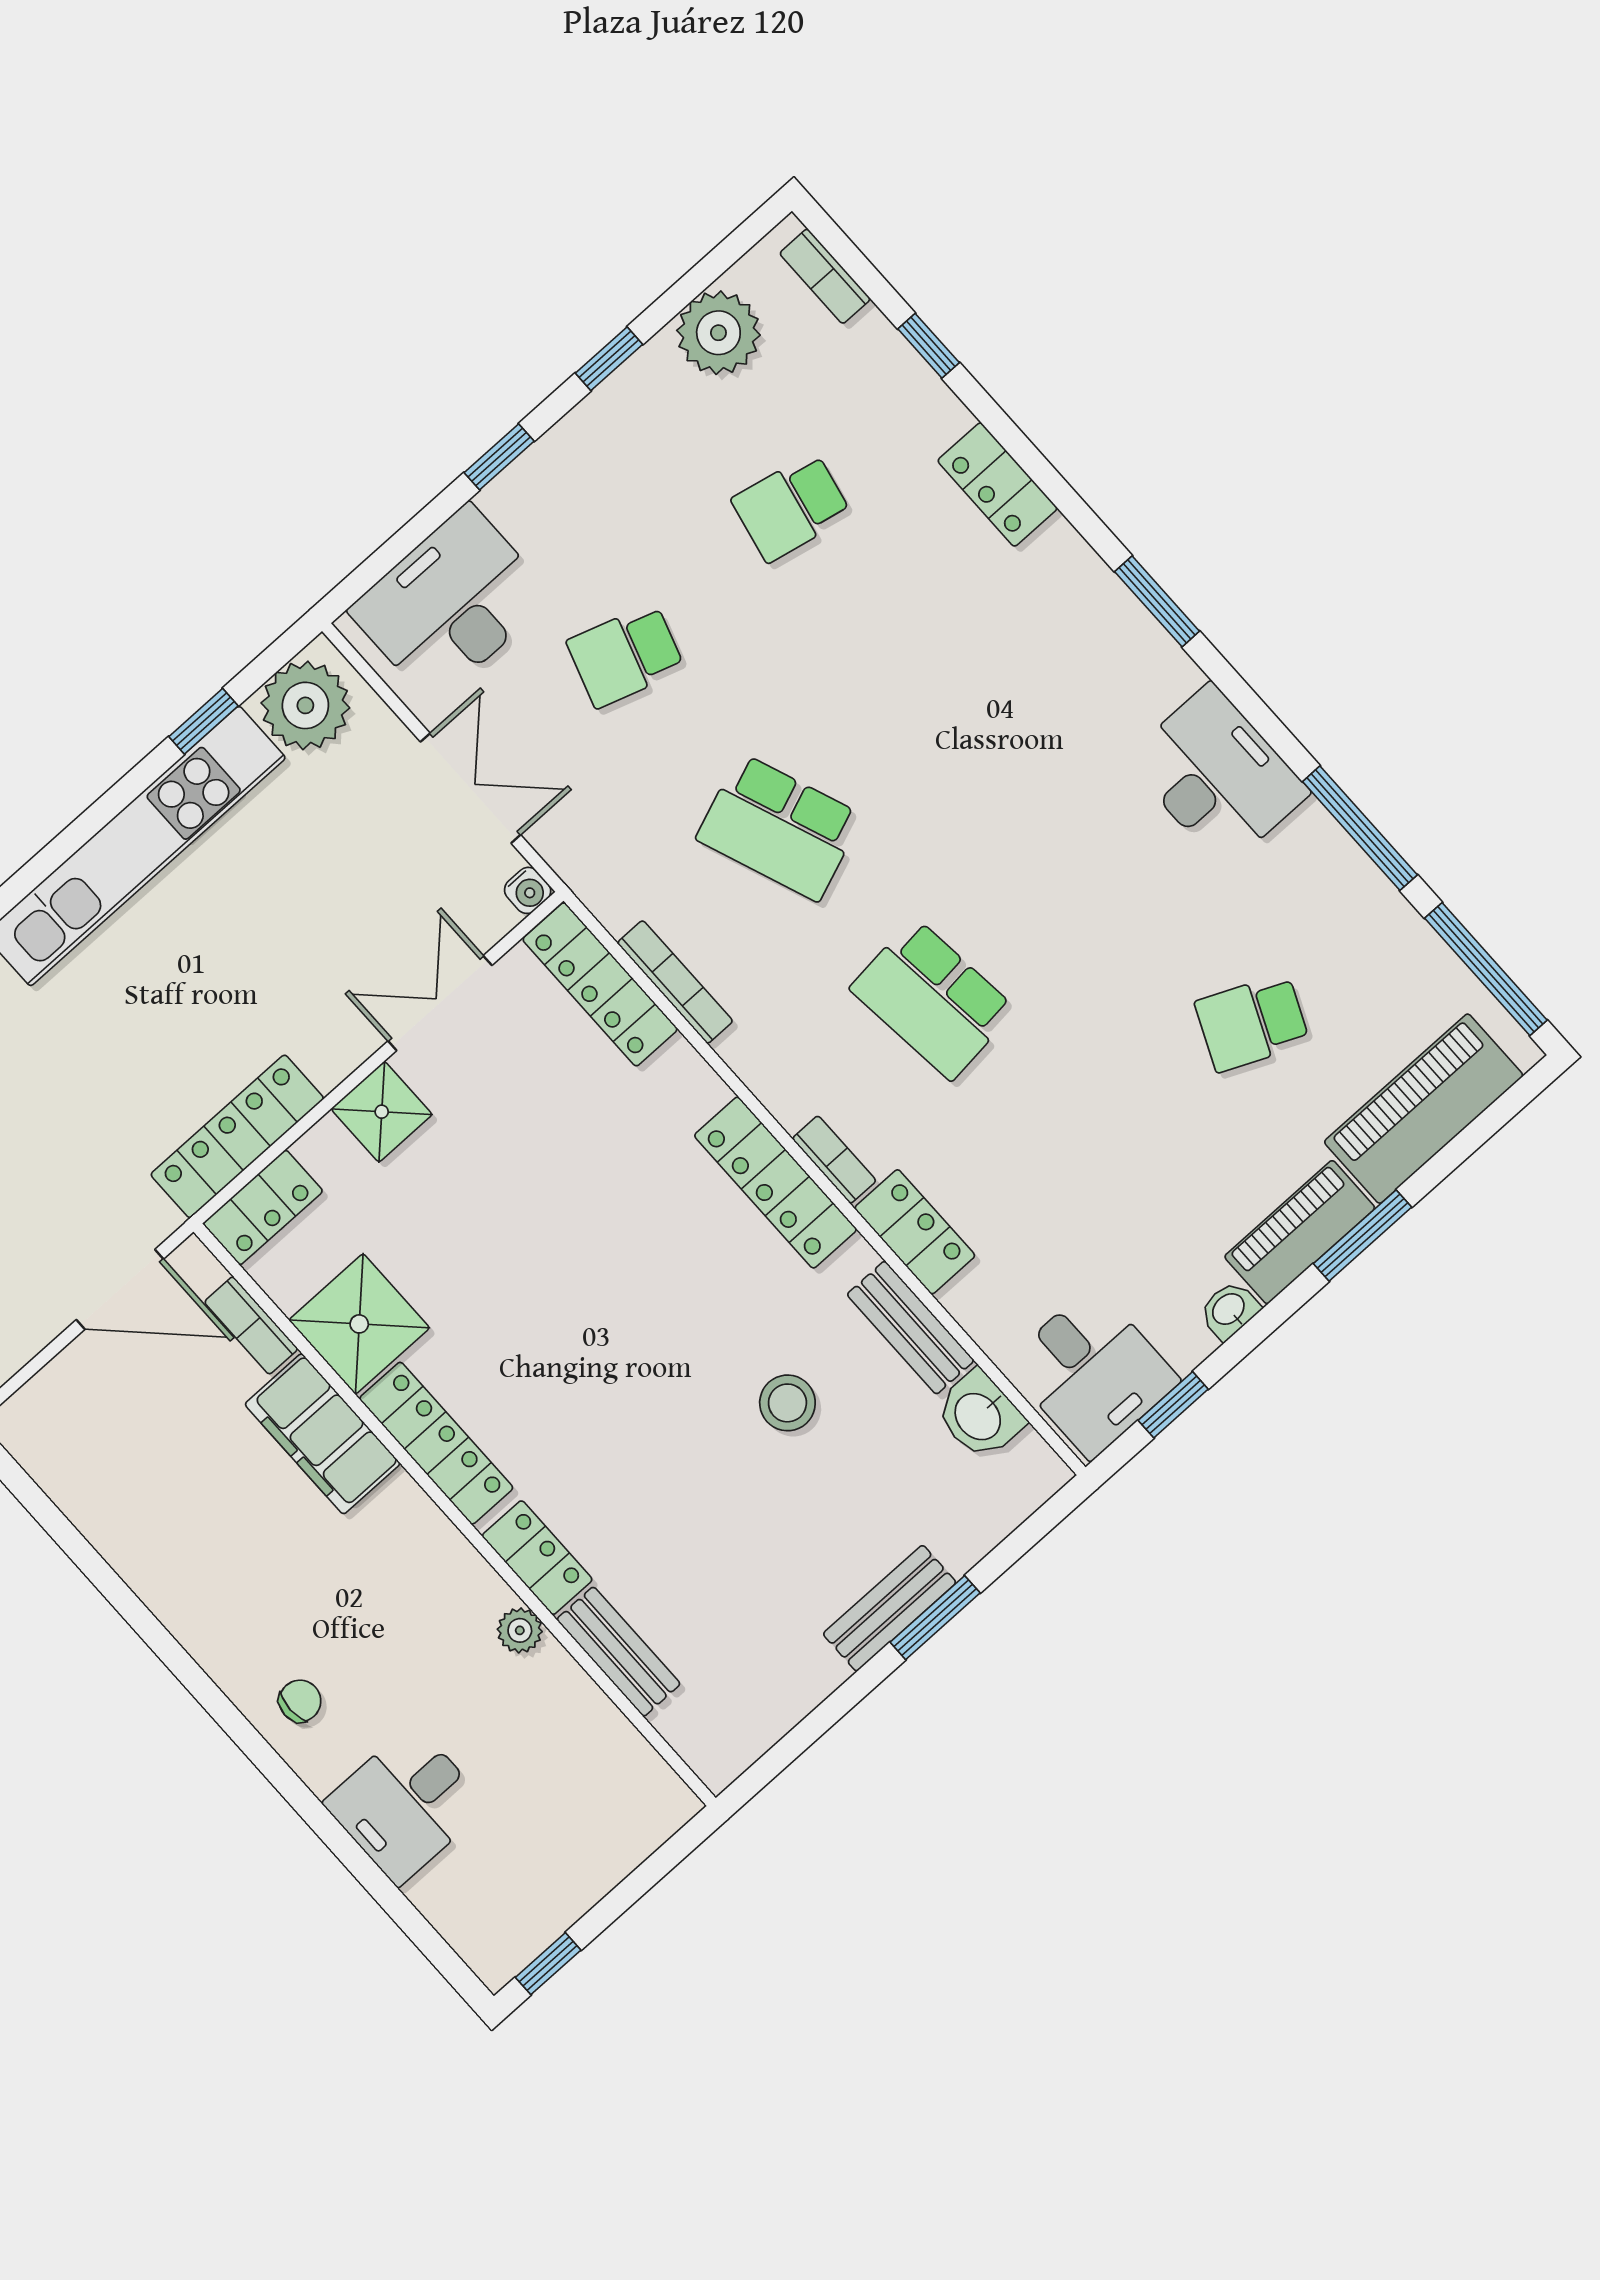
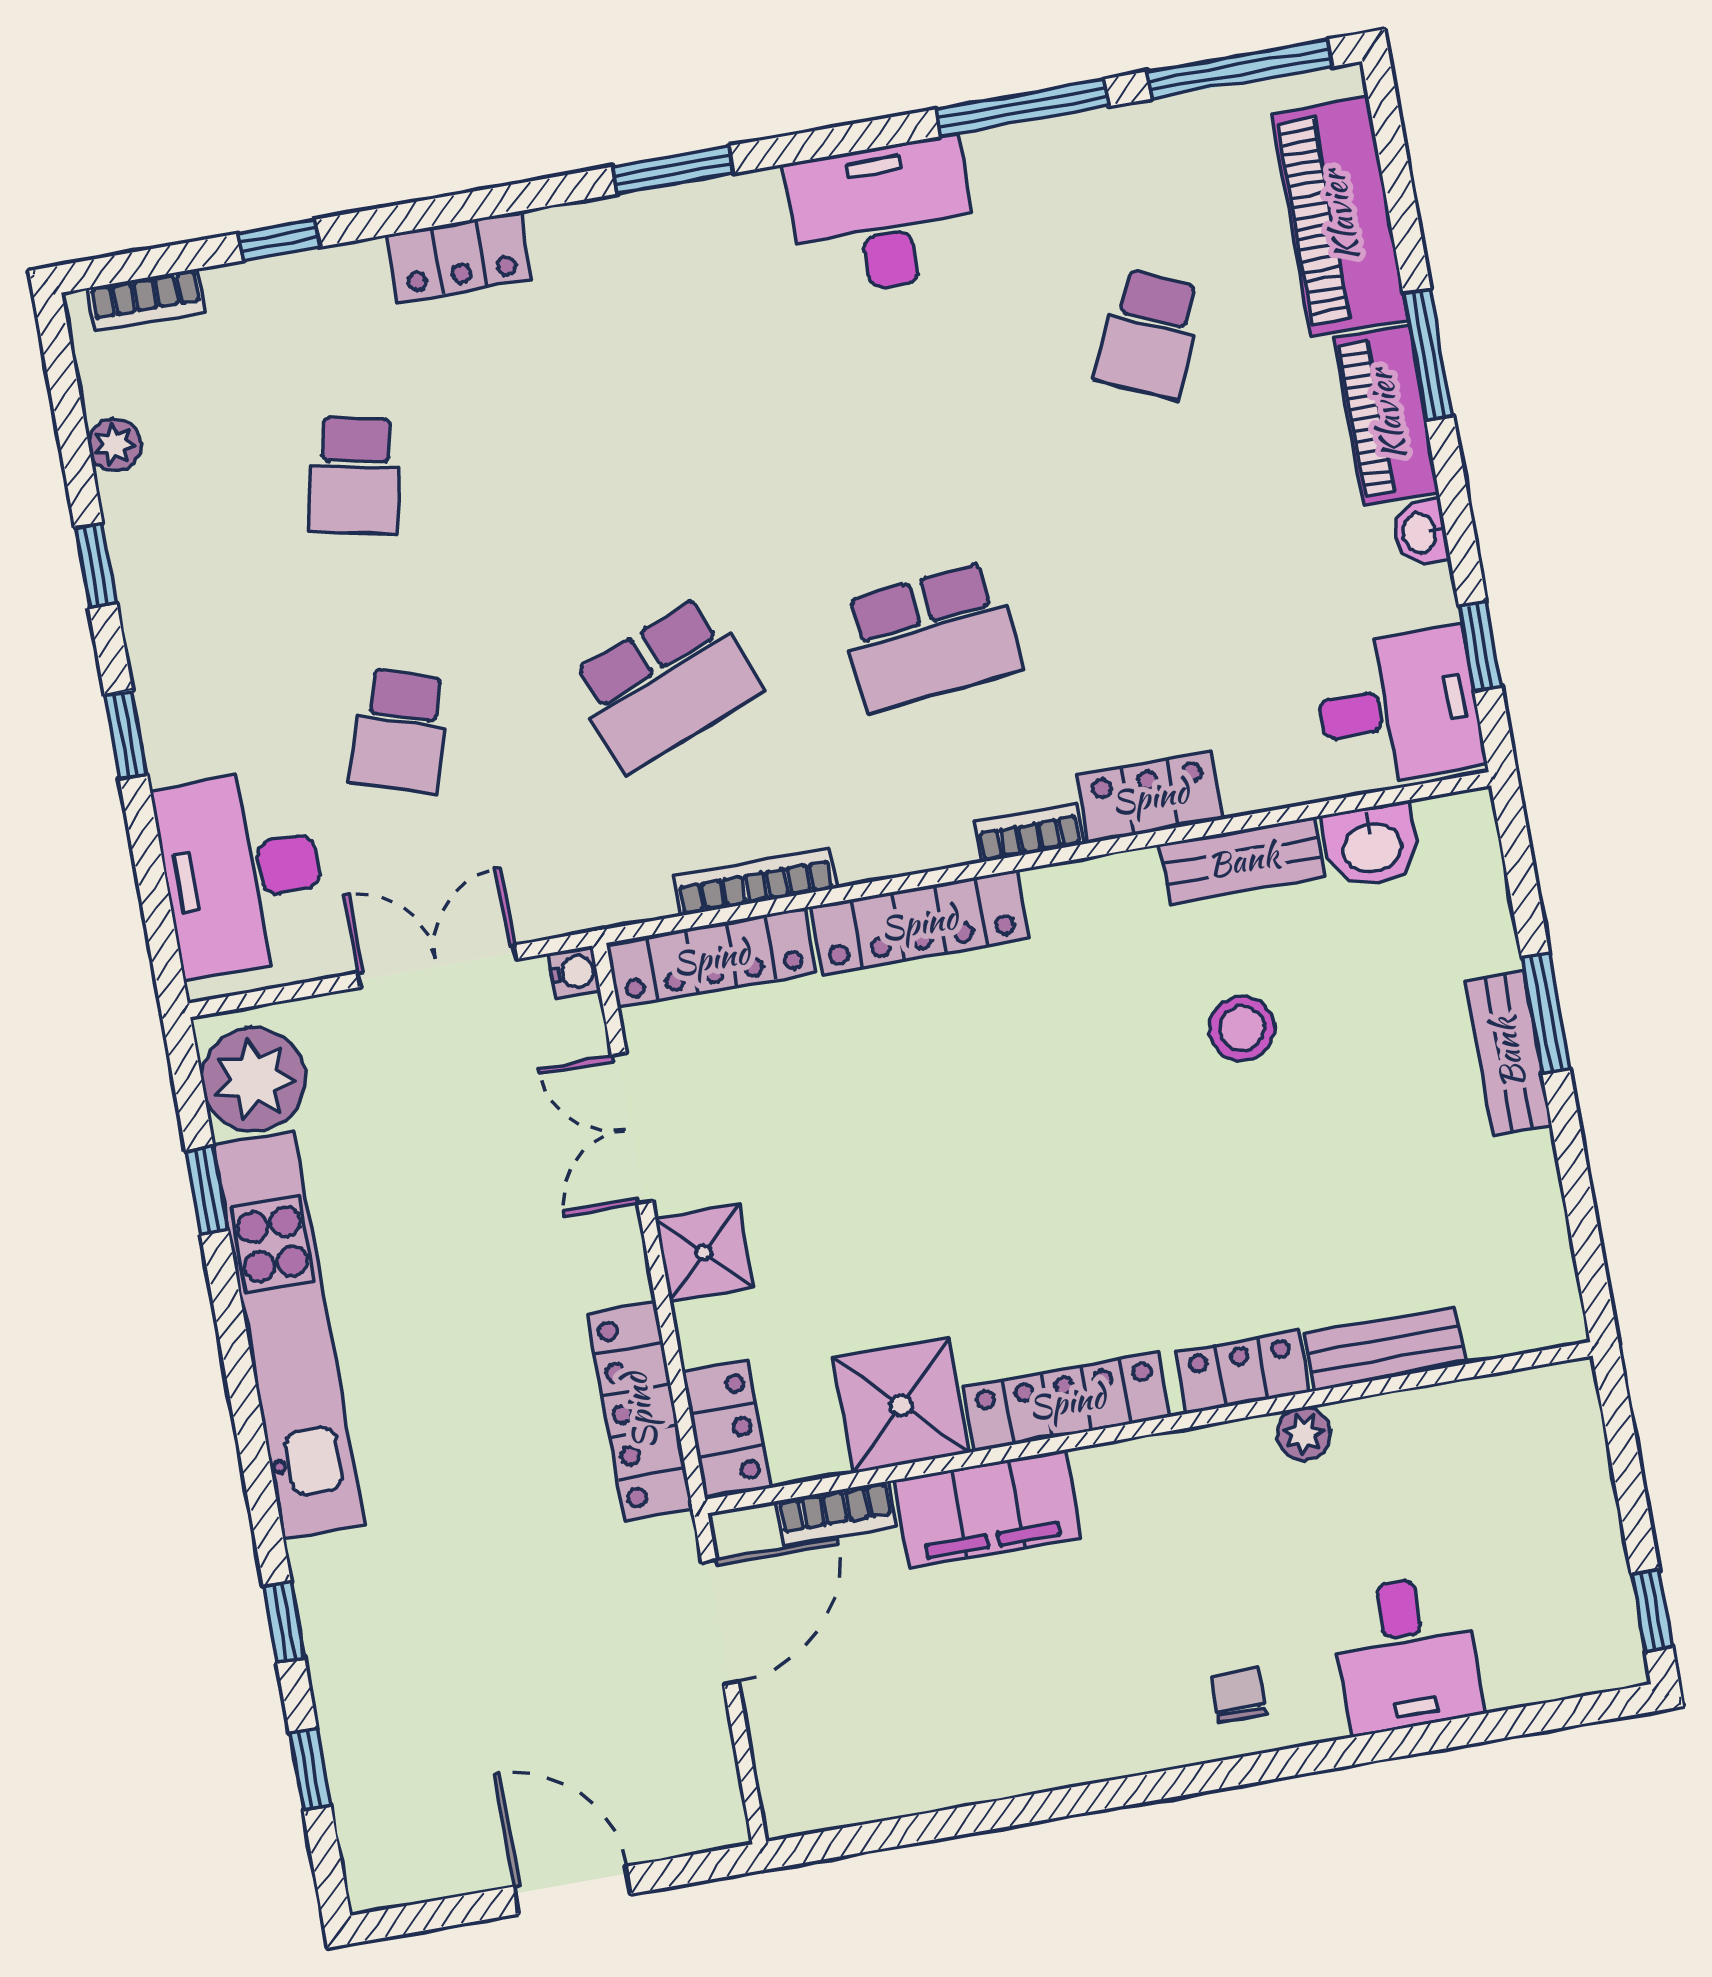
plant: (718, 333) -> (115, 445), width x0.53, depth x0.53
locker: (775, 1183) -> (919, 923), moved

